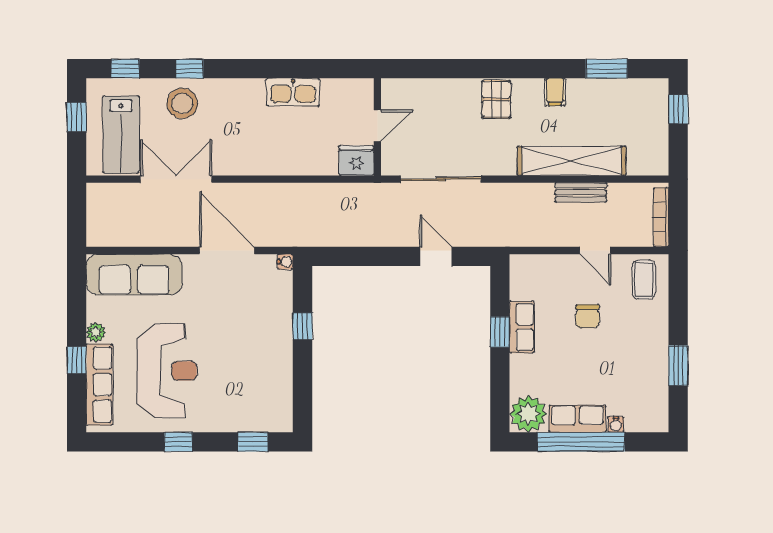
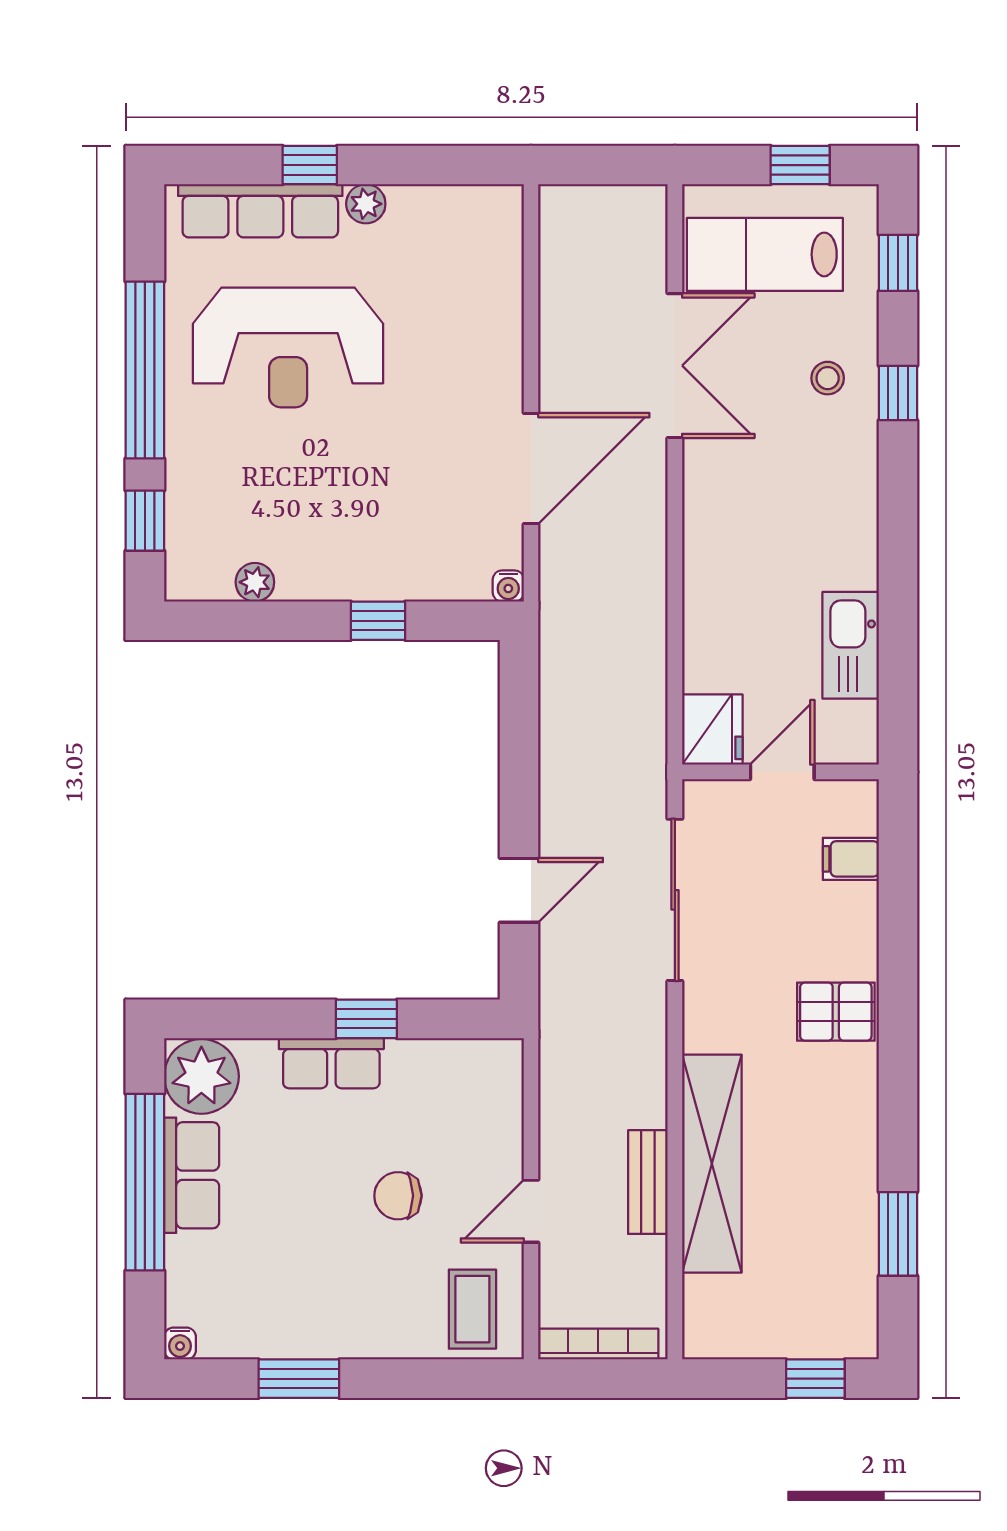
kitchen sink: (293, 92) -> (851, 645), moved
filing cabinet: (555, 92) -> (851, 859), moved
stool: (182, 103) -> (828, 378), width x0.53, depth x0.53
door: (377, 126) -> (782, 772), swing flipped
sofa: (134, 274) -> (483, 281), removed
coffee table: (644, 279) -> (472, 1309), turned 90
row of seats: (522, 327) -> (331, 1063), moved
plant: (283, 387) -> (255, 582), added
water cooler: (616, 424) -> (180, 1344), moved, turned -90
window: (178, 442) -> (145, 370), width x3.17

